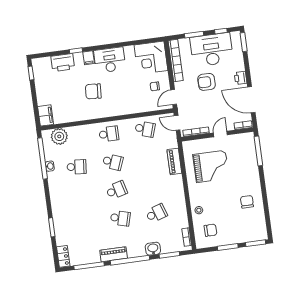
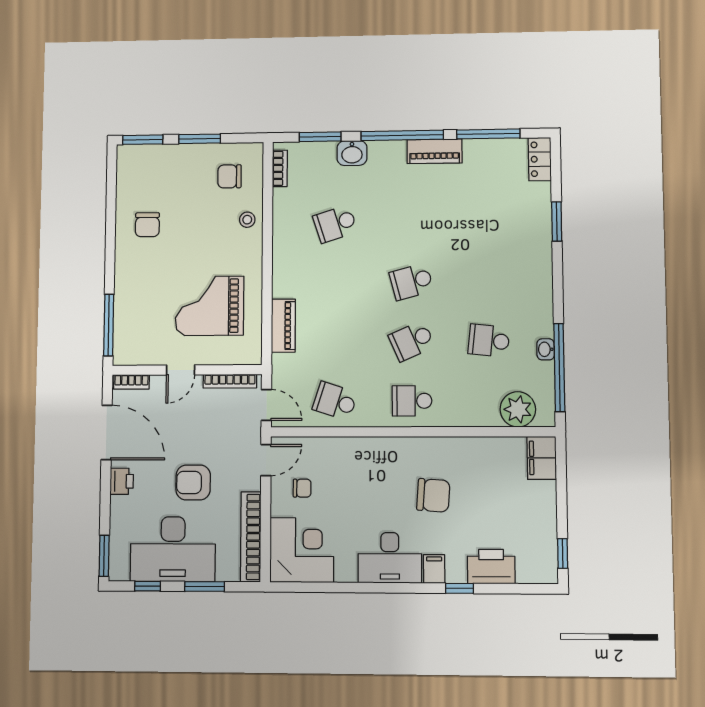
armchair: (206, 82) -> (193, 482), turned 180
school desk: (113, 162) -> (412, 341), turned -45
school desk: (120, 218) -> (411, 223), removed

